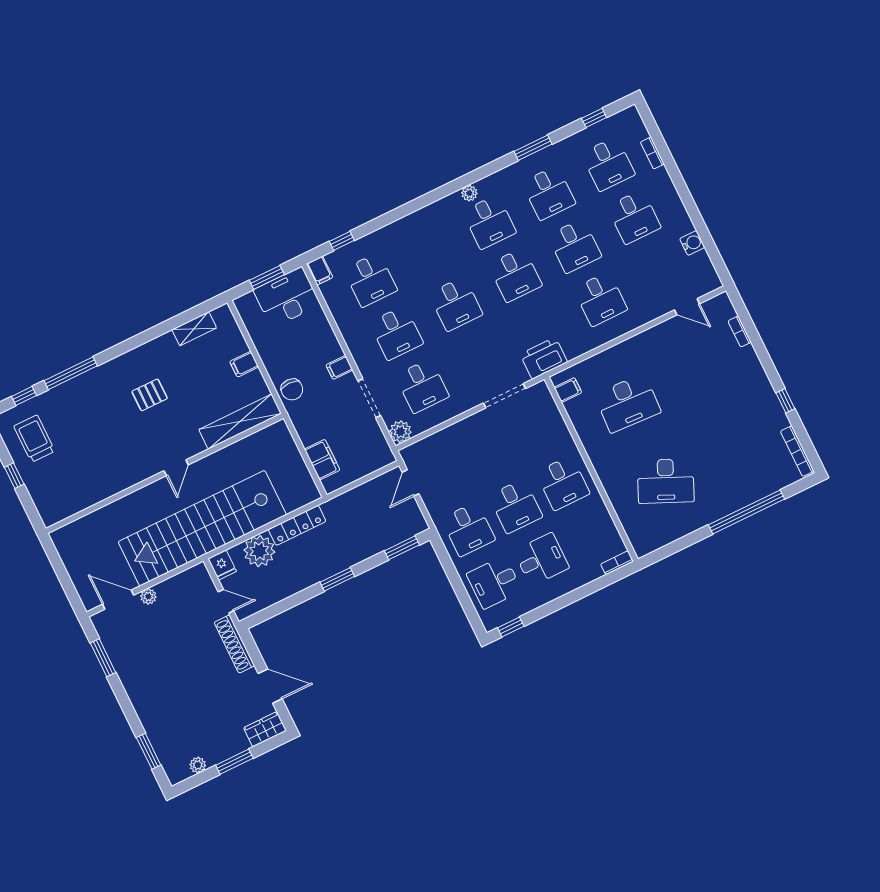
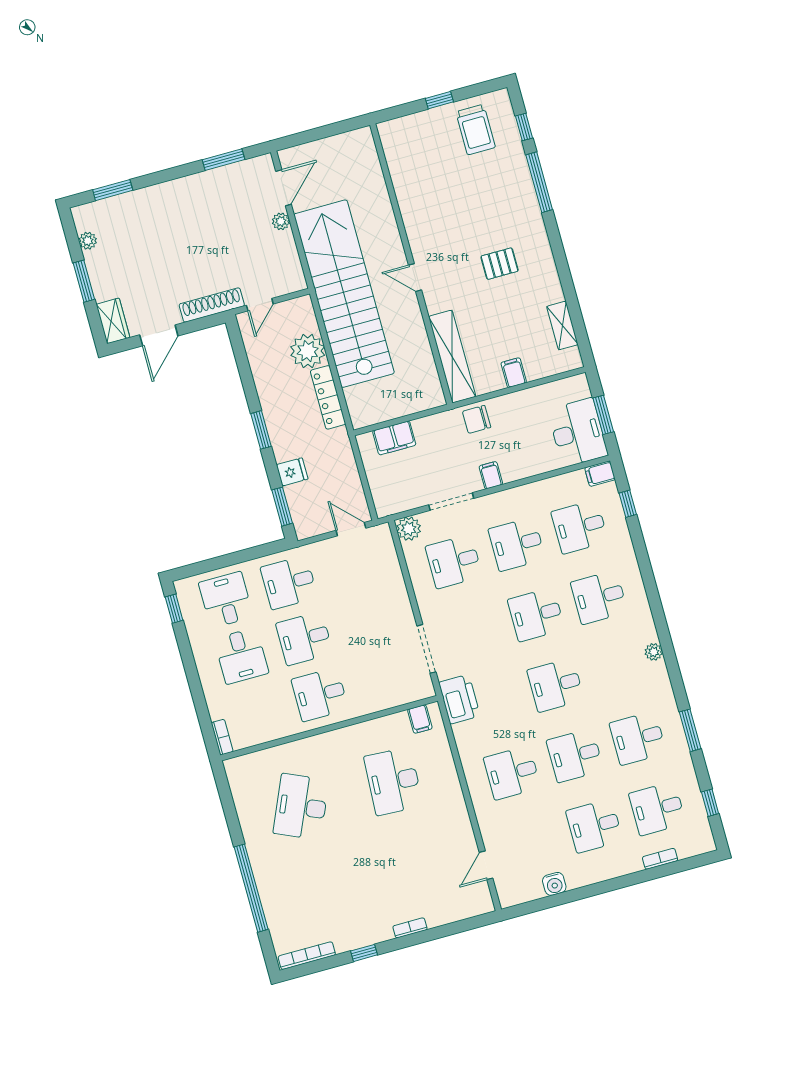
desk: (489, 222) -> (599, 597), moved
bookcase: (740, 332) -> (410, 928), moved
pallet: (150, 395) -> (500, 264), turned 90
trolley: (34, 439) -> (476, 129), turned 90
fridge: (222, 565) -> (292, 472), moved, turned 180

